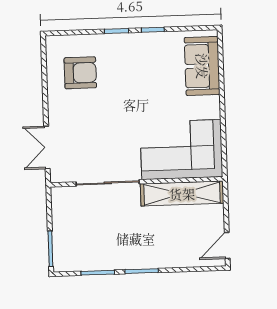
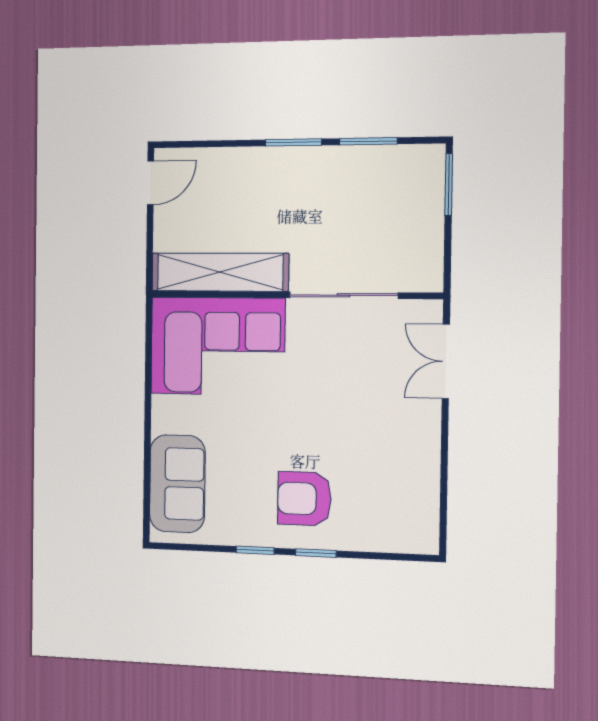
armchair: (80, 73) -> (304, 499), moved
double door: (47, 147) -> (446, 361), swing flipped

